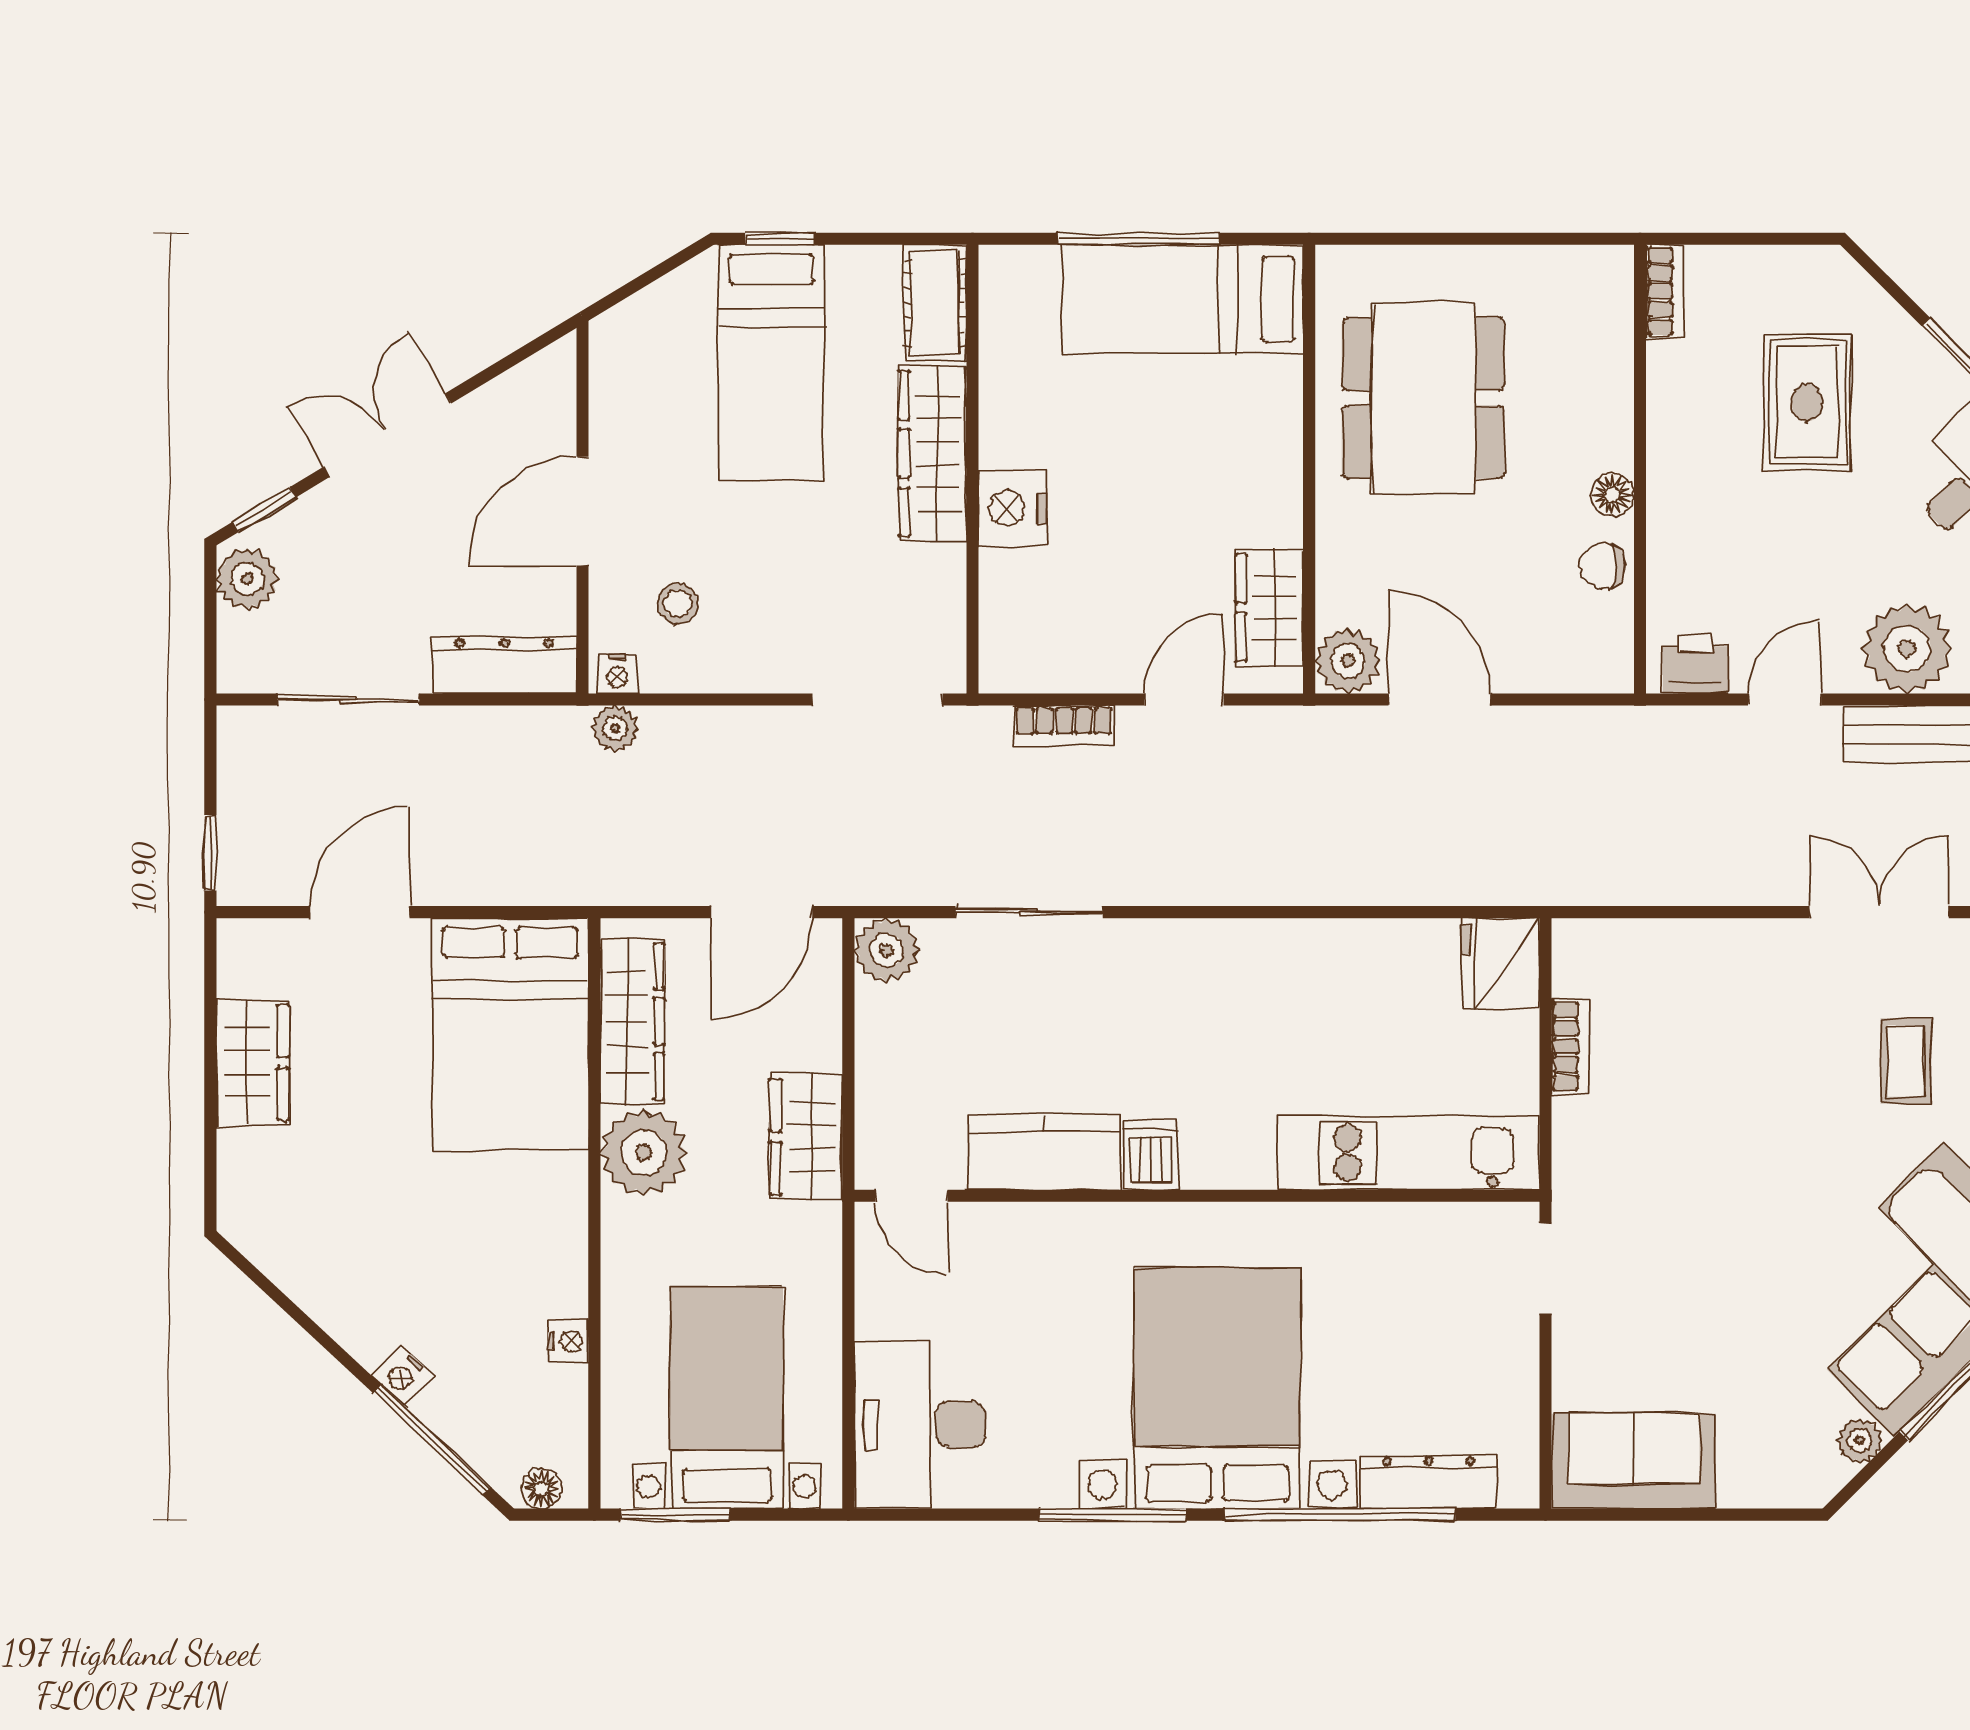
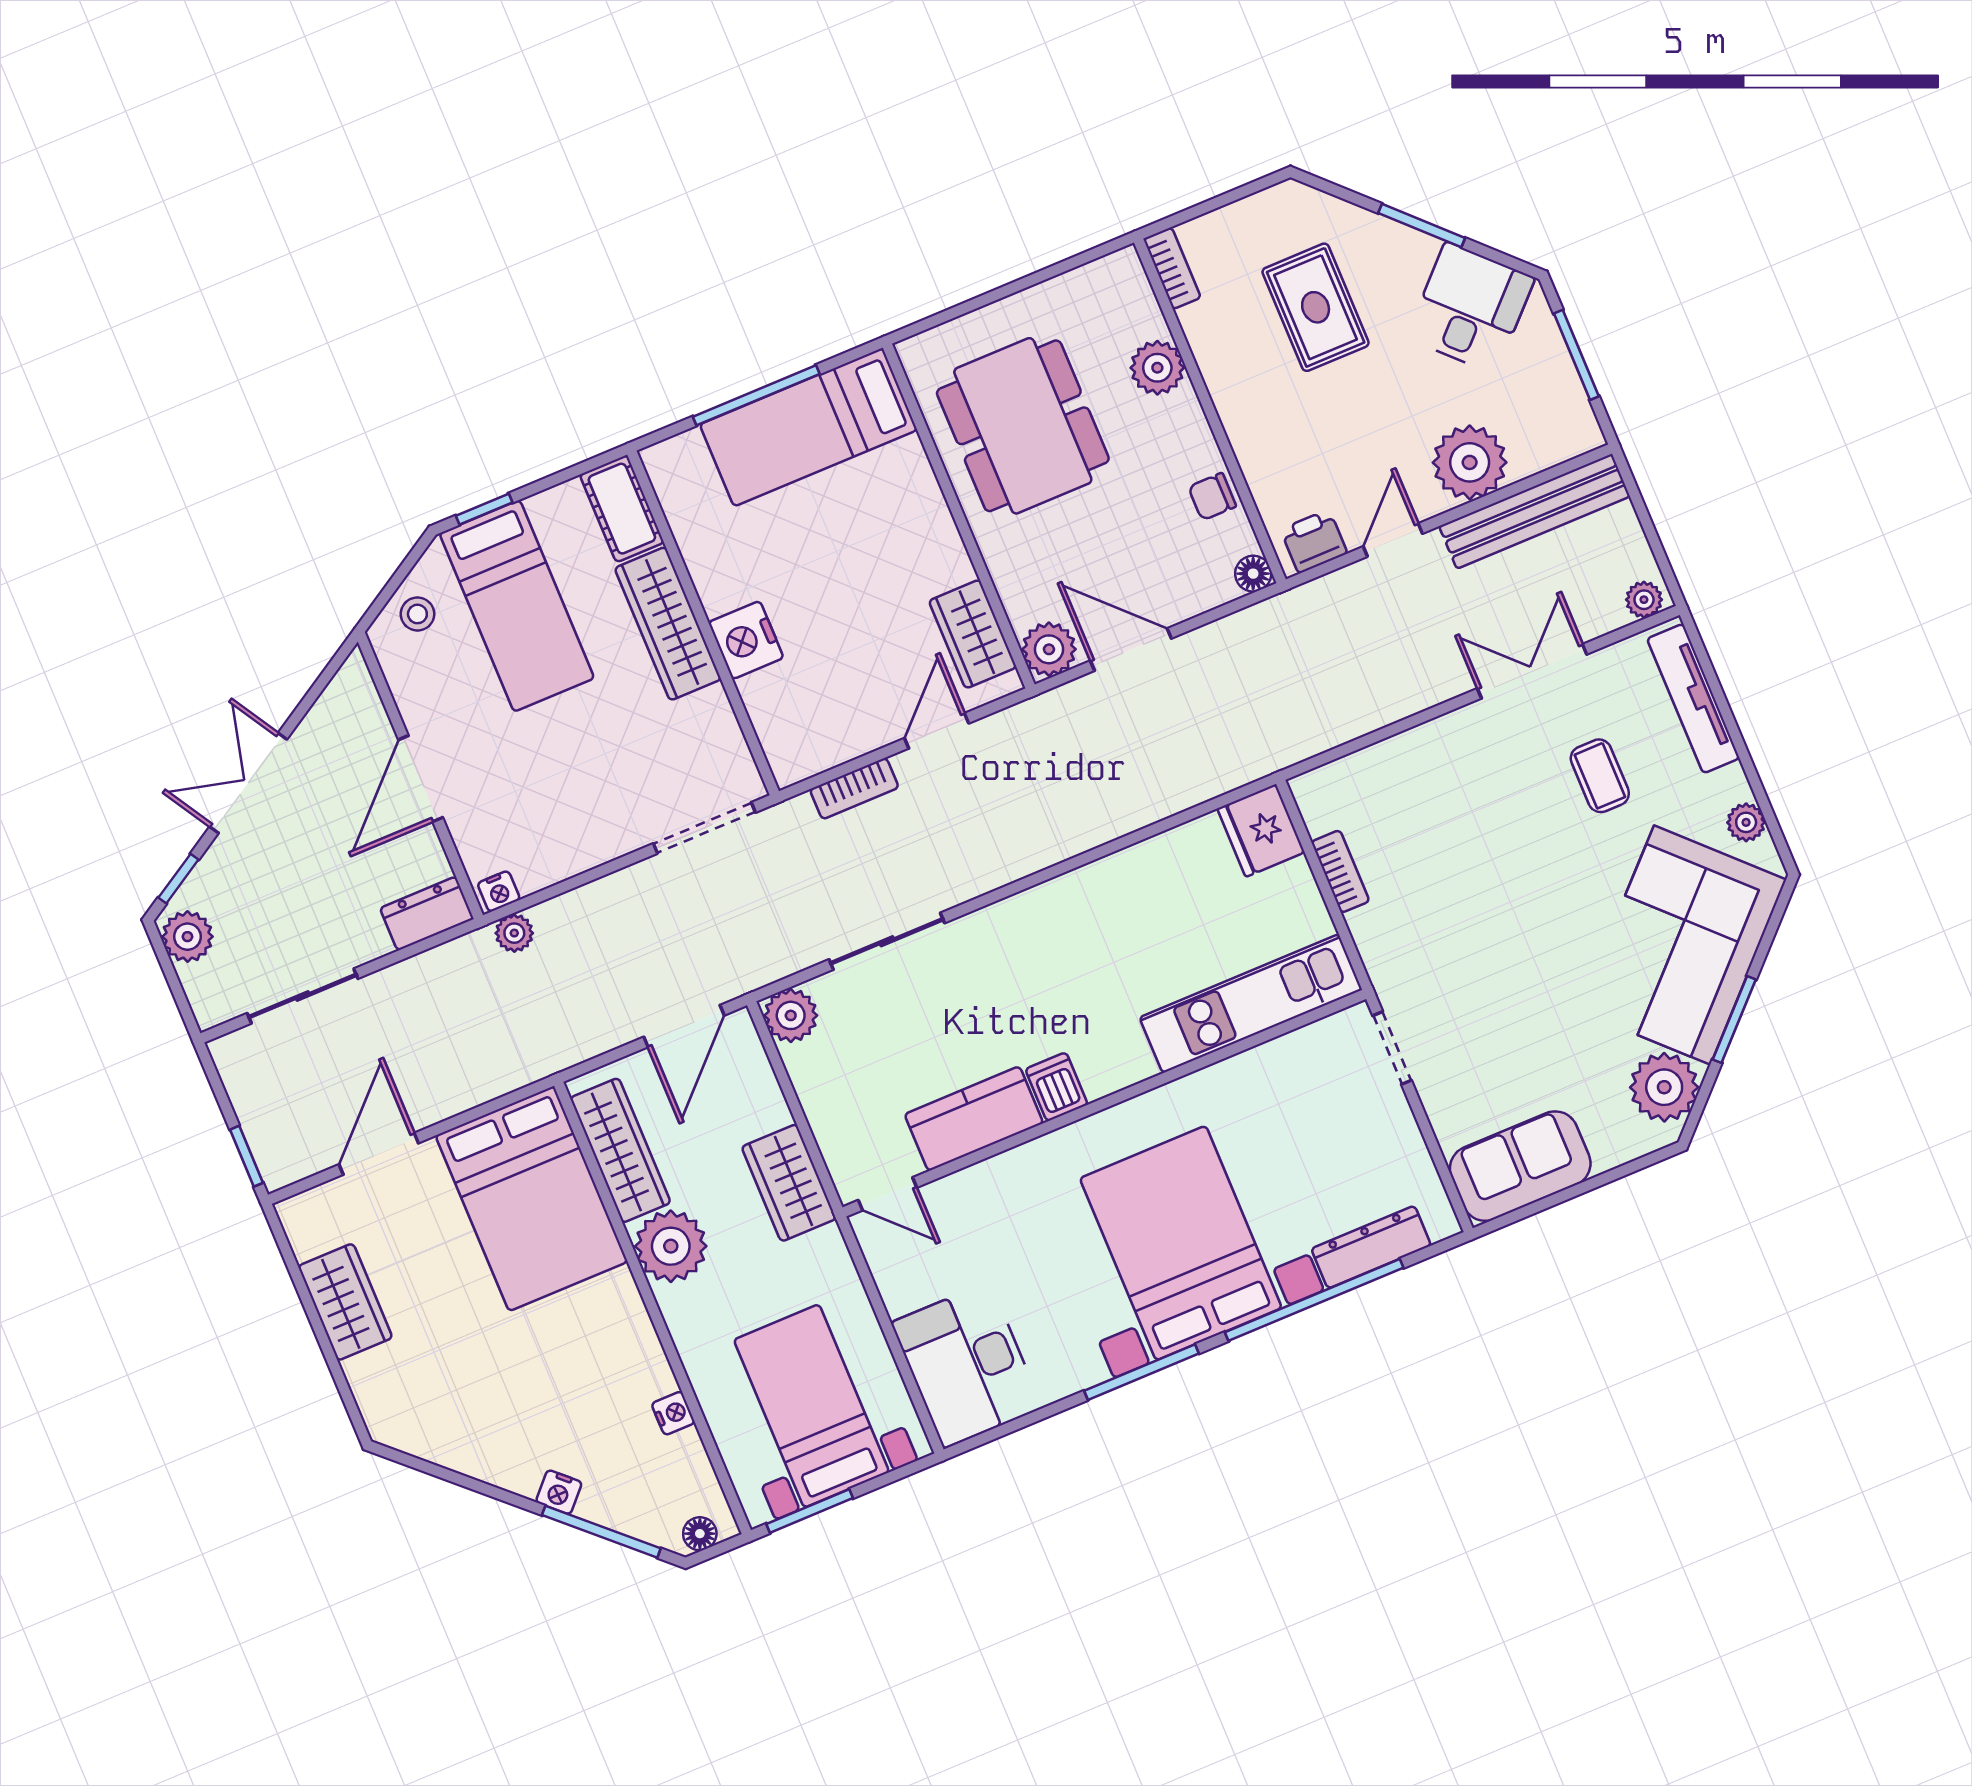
plant: (1601, 396) -> (1157, 368), added
floor lamp: (1612, 494) -> (1253, 574), moved
stool: (678, 604) -> (417, 614), moved
dresser: (504, 665) -> (427, 914), width x0.70
plant: (1860, 1440) -> (1664, 1087), width x1.87, depth x1.87

